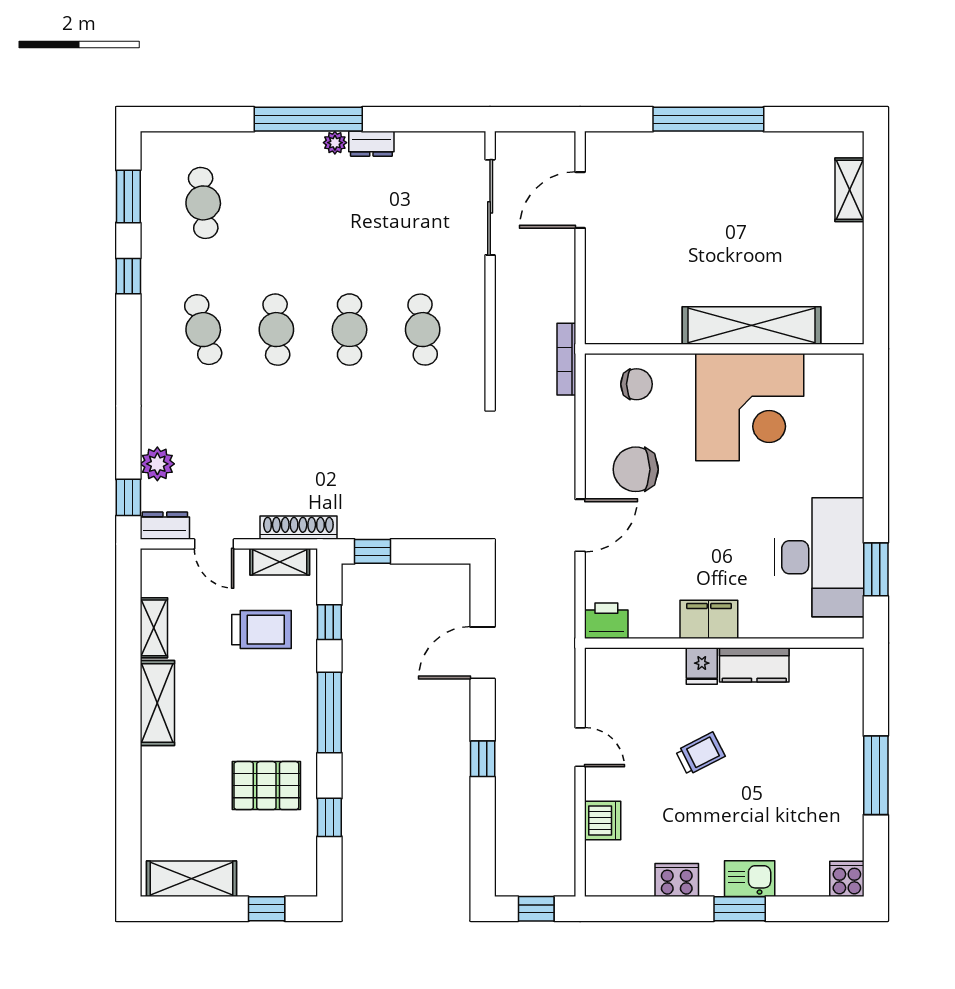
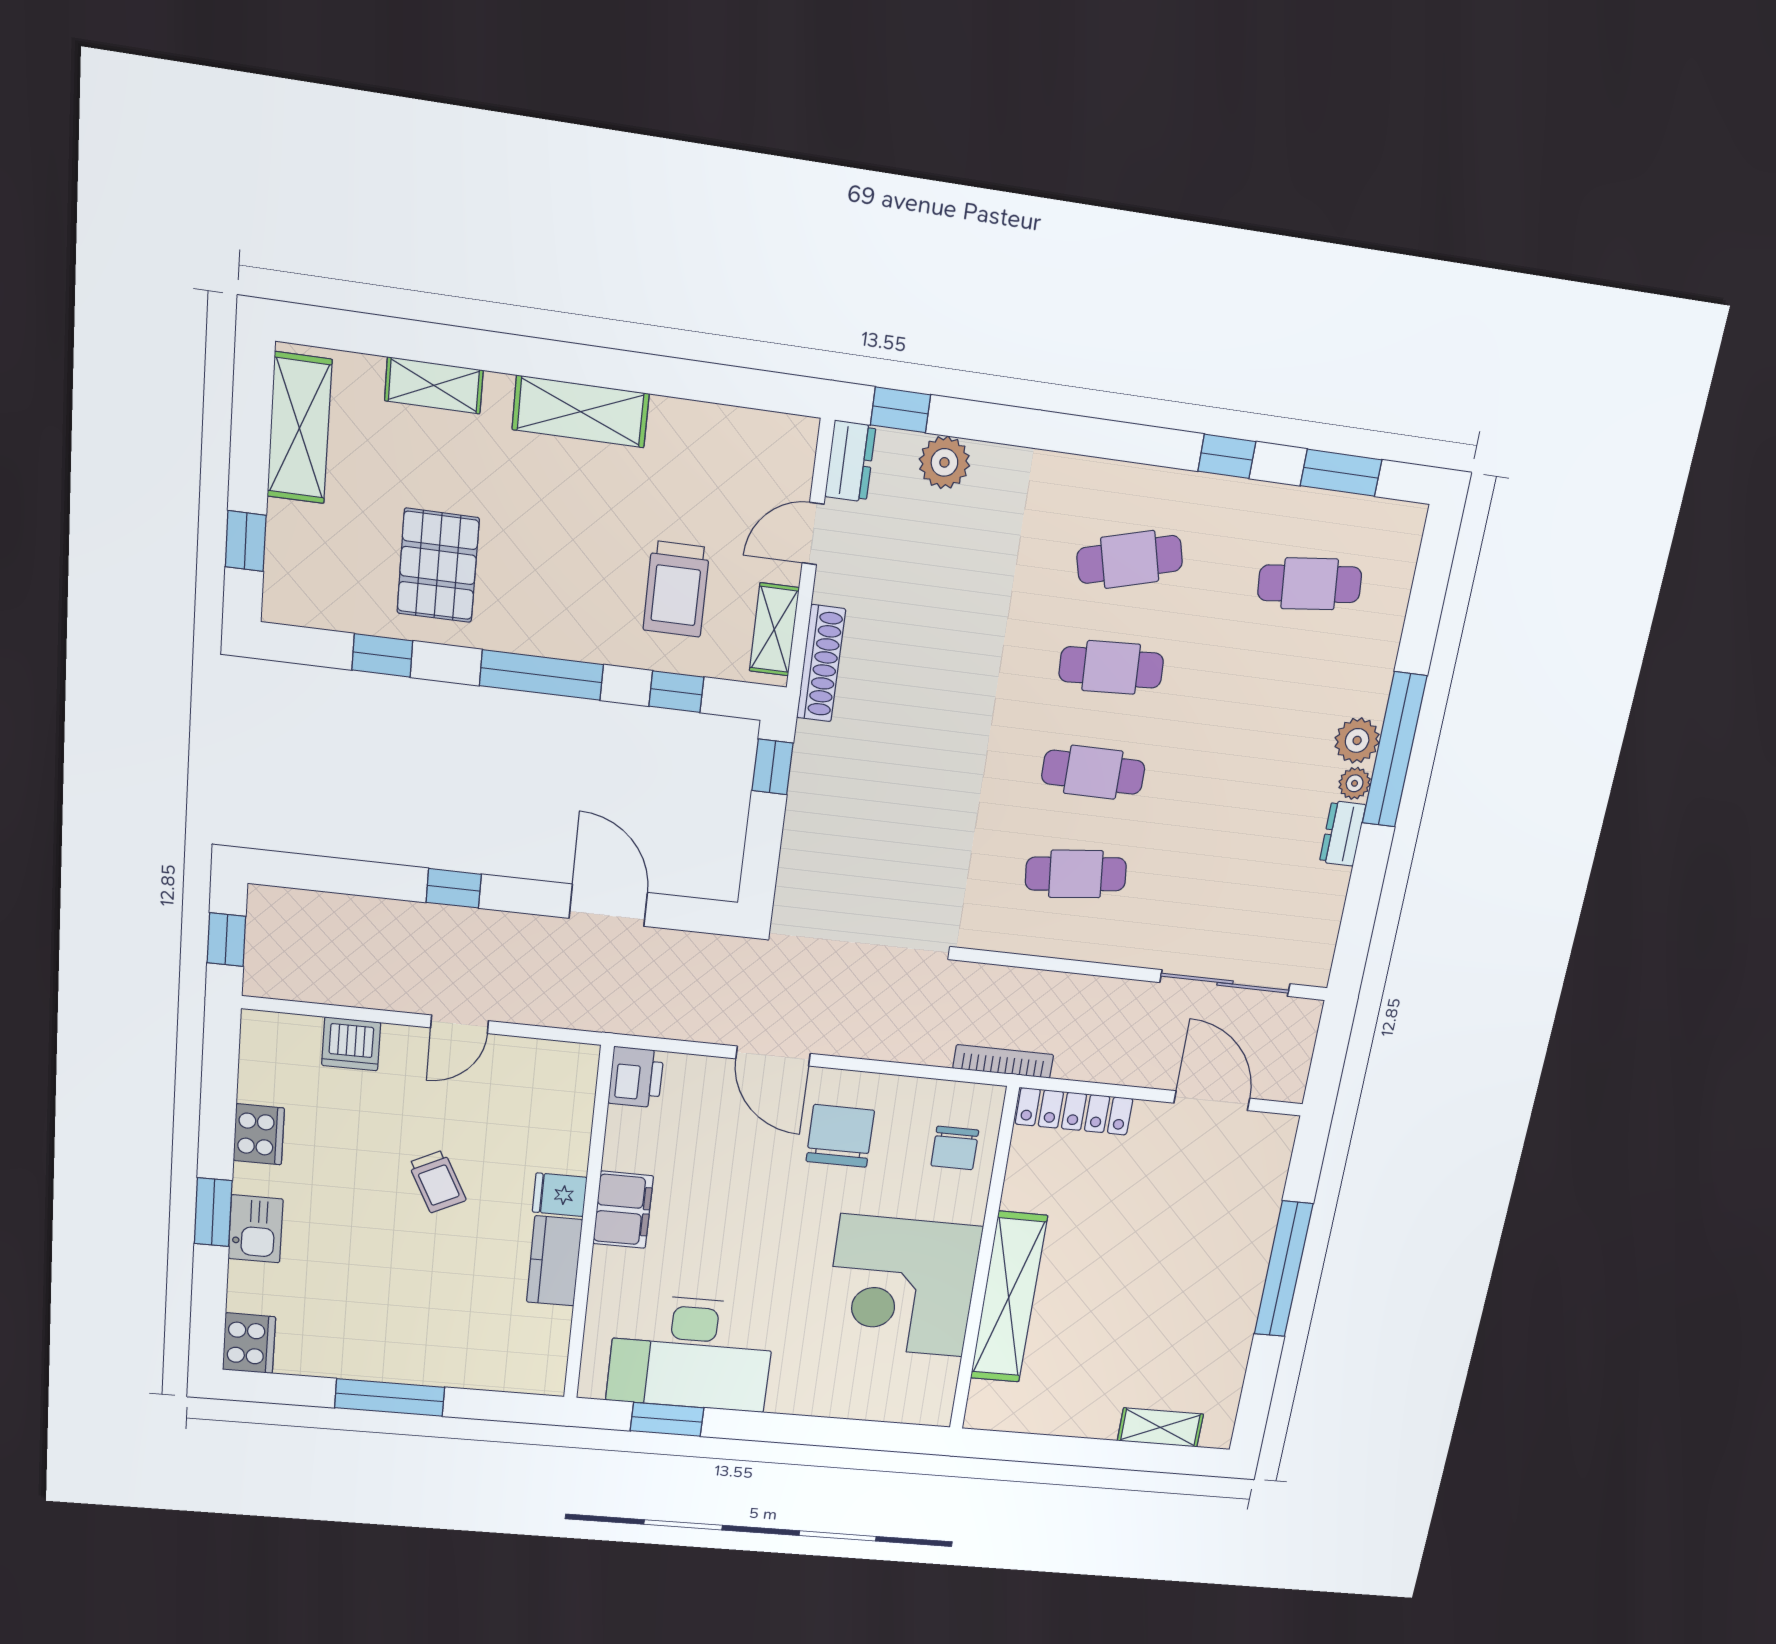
plant: (305, 147) -> (1357, 740), added
locker: (599, 301) -> (1074, 1111), added
shelving: (154, 628) -> (434, 385), moved
cooker: (847, 879) -> (249, 1343), width x1.36

